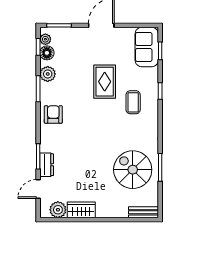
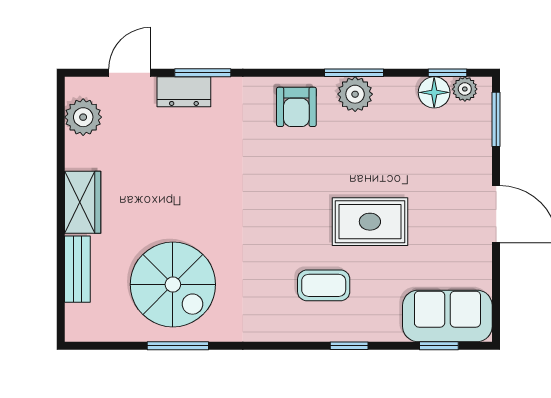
plant: (48, 74) -> (355, 94), moved
armchair: (53, 114) -> (296, 107), turned 90
spiral stairs: (133, 170) -> (173, 284), turned 90
door: (38, 189) -> (130, 73), hinge flipped
wardrobe: (81, 210) -> (83, 202), moved
bench: (143, 212) -> (77, 269), moved

